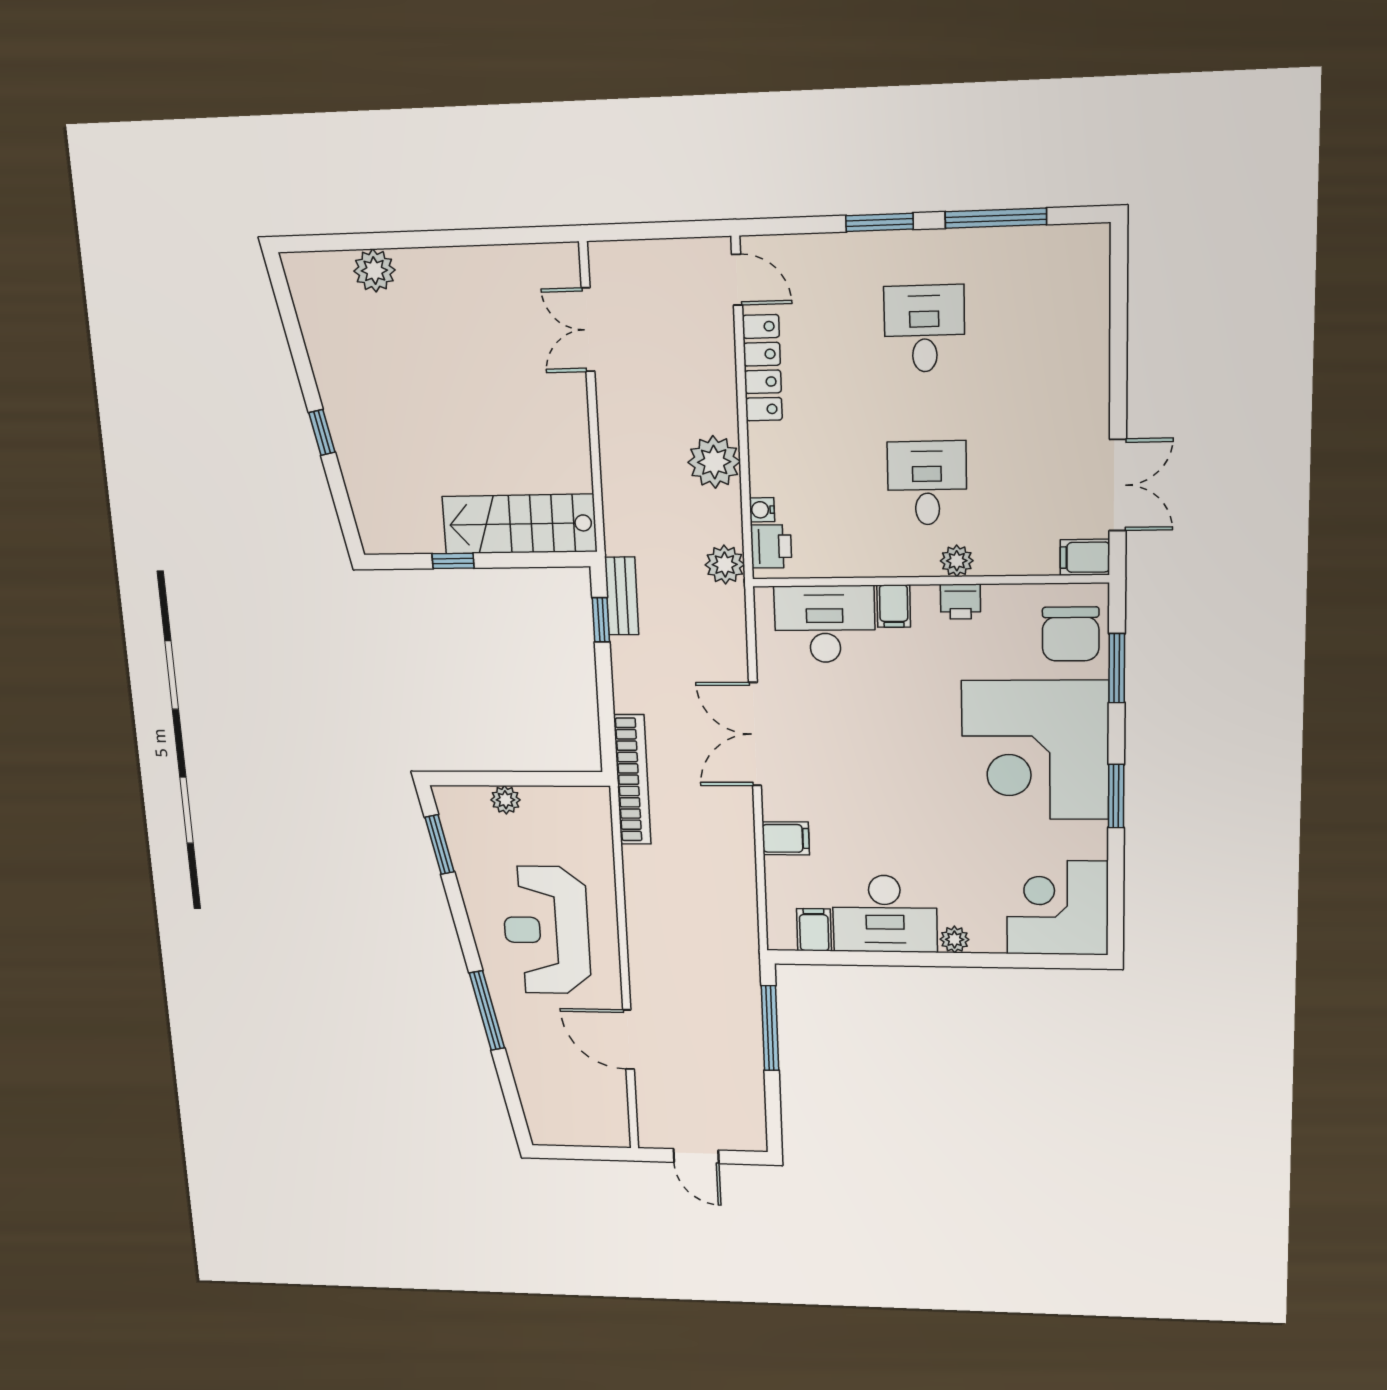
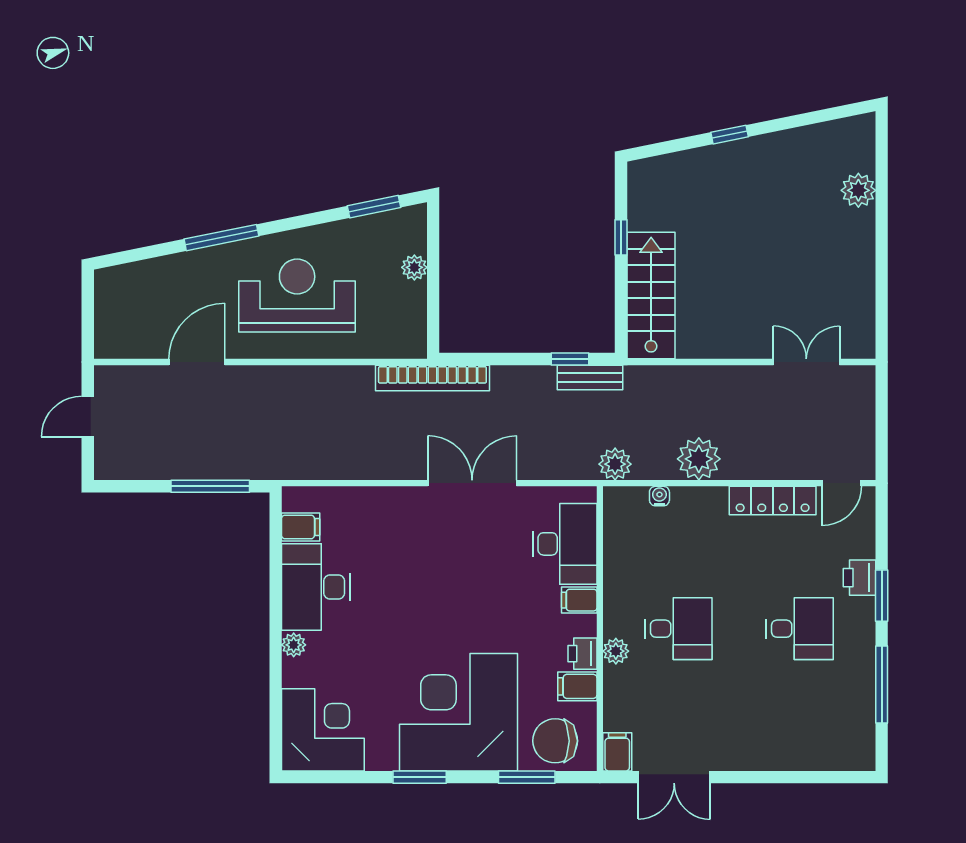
printer: (771, 546) -> (859, 578), moved, turned 90
filing cabinet: (786, 838) -> (577, 686), moved, turned 90

